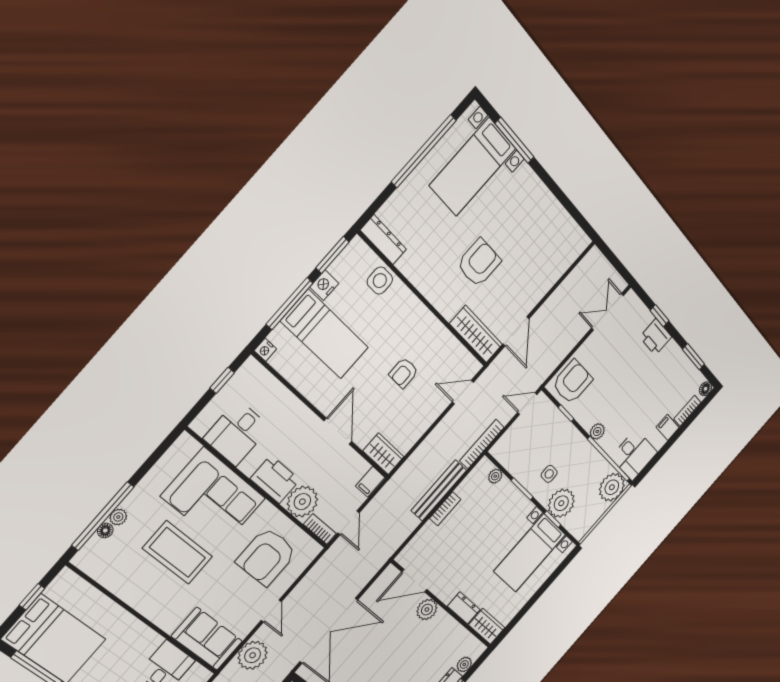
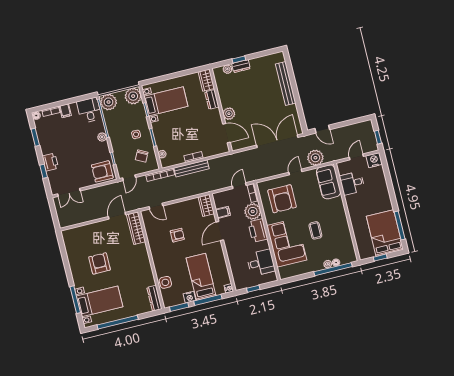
armchair: (479, 263) -> (100, 263), moved, turned 90
door: (527, 404) -> (129, 178), hinge flipped
chair: (525, 450) -> (142, 156), added
filing cabinet: (370, 482) -> (223, 212), moved
plant: (561, 503) -> (133, 96), moved
coffee table: (178, 553) -> (315, 230), width x0.54, depth x0.58
armchair: (267, 557) -> (282, 199), turned 90

